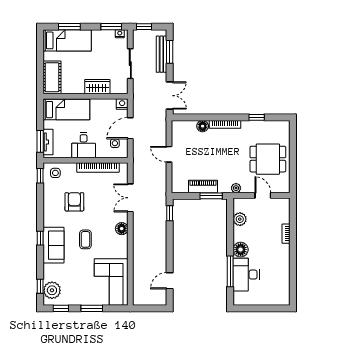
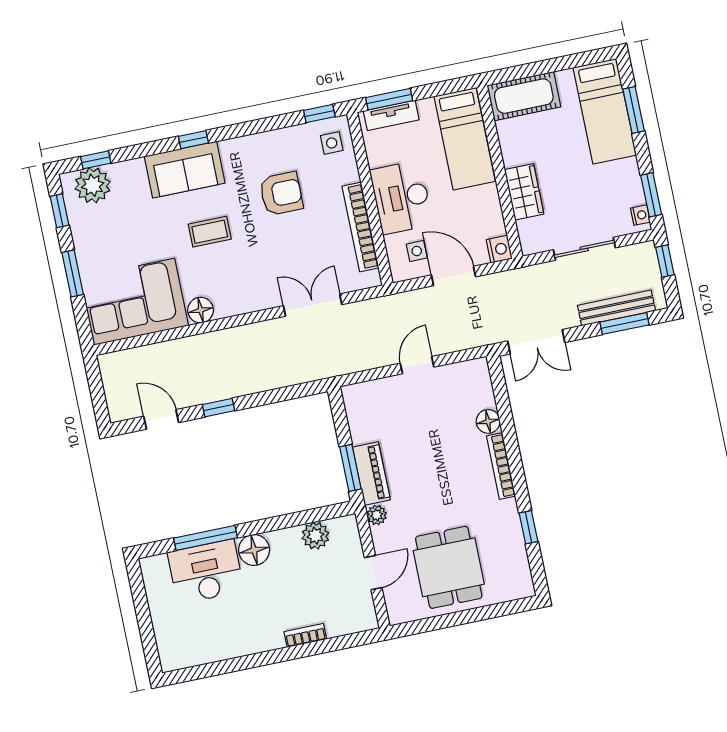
desk: (84, 145) -> (401, 197), width x1.37
piano: (203, 187) -> (371, 473), moved
window: (170, 213) -> (219, 408), moved
floor lamp: (122, 229) -> (201, 310), moved

